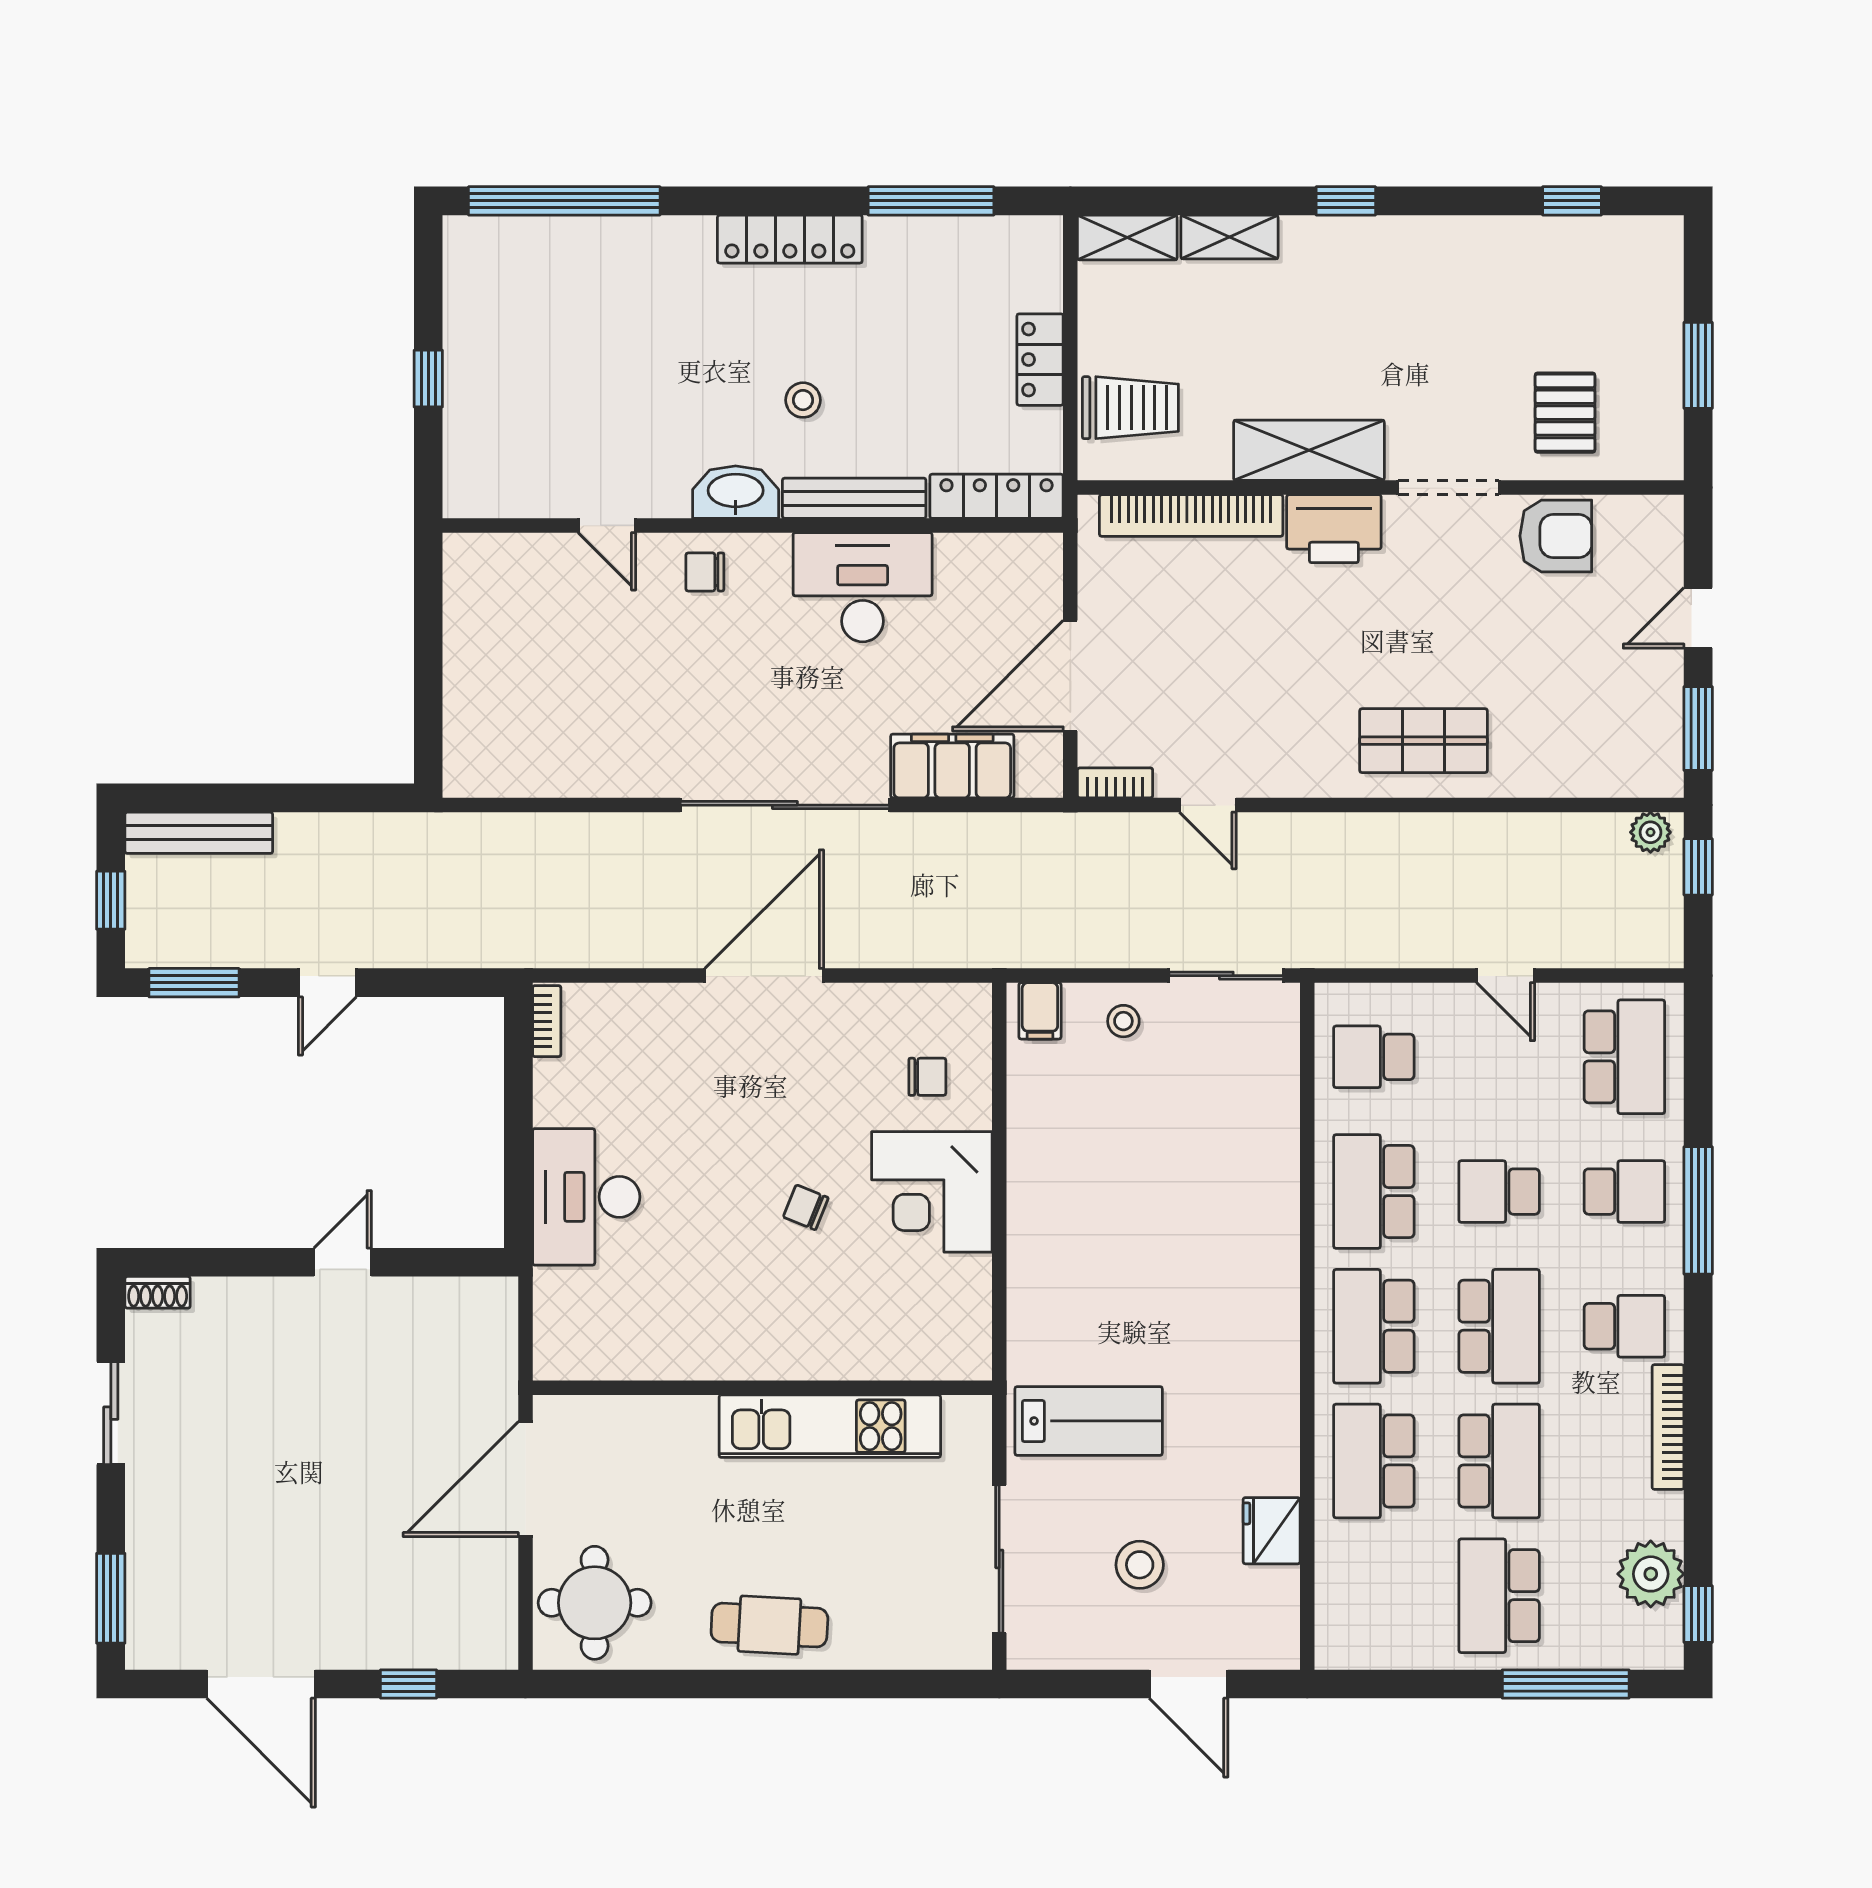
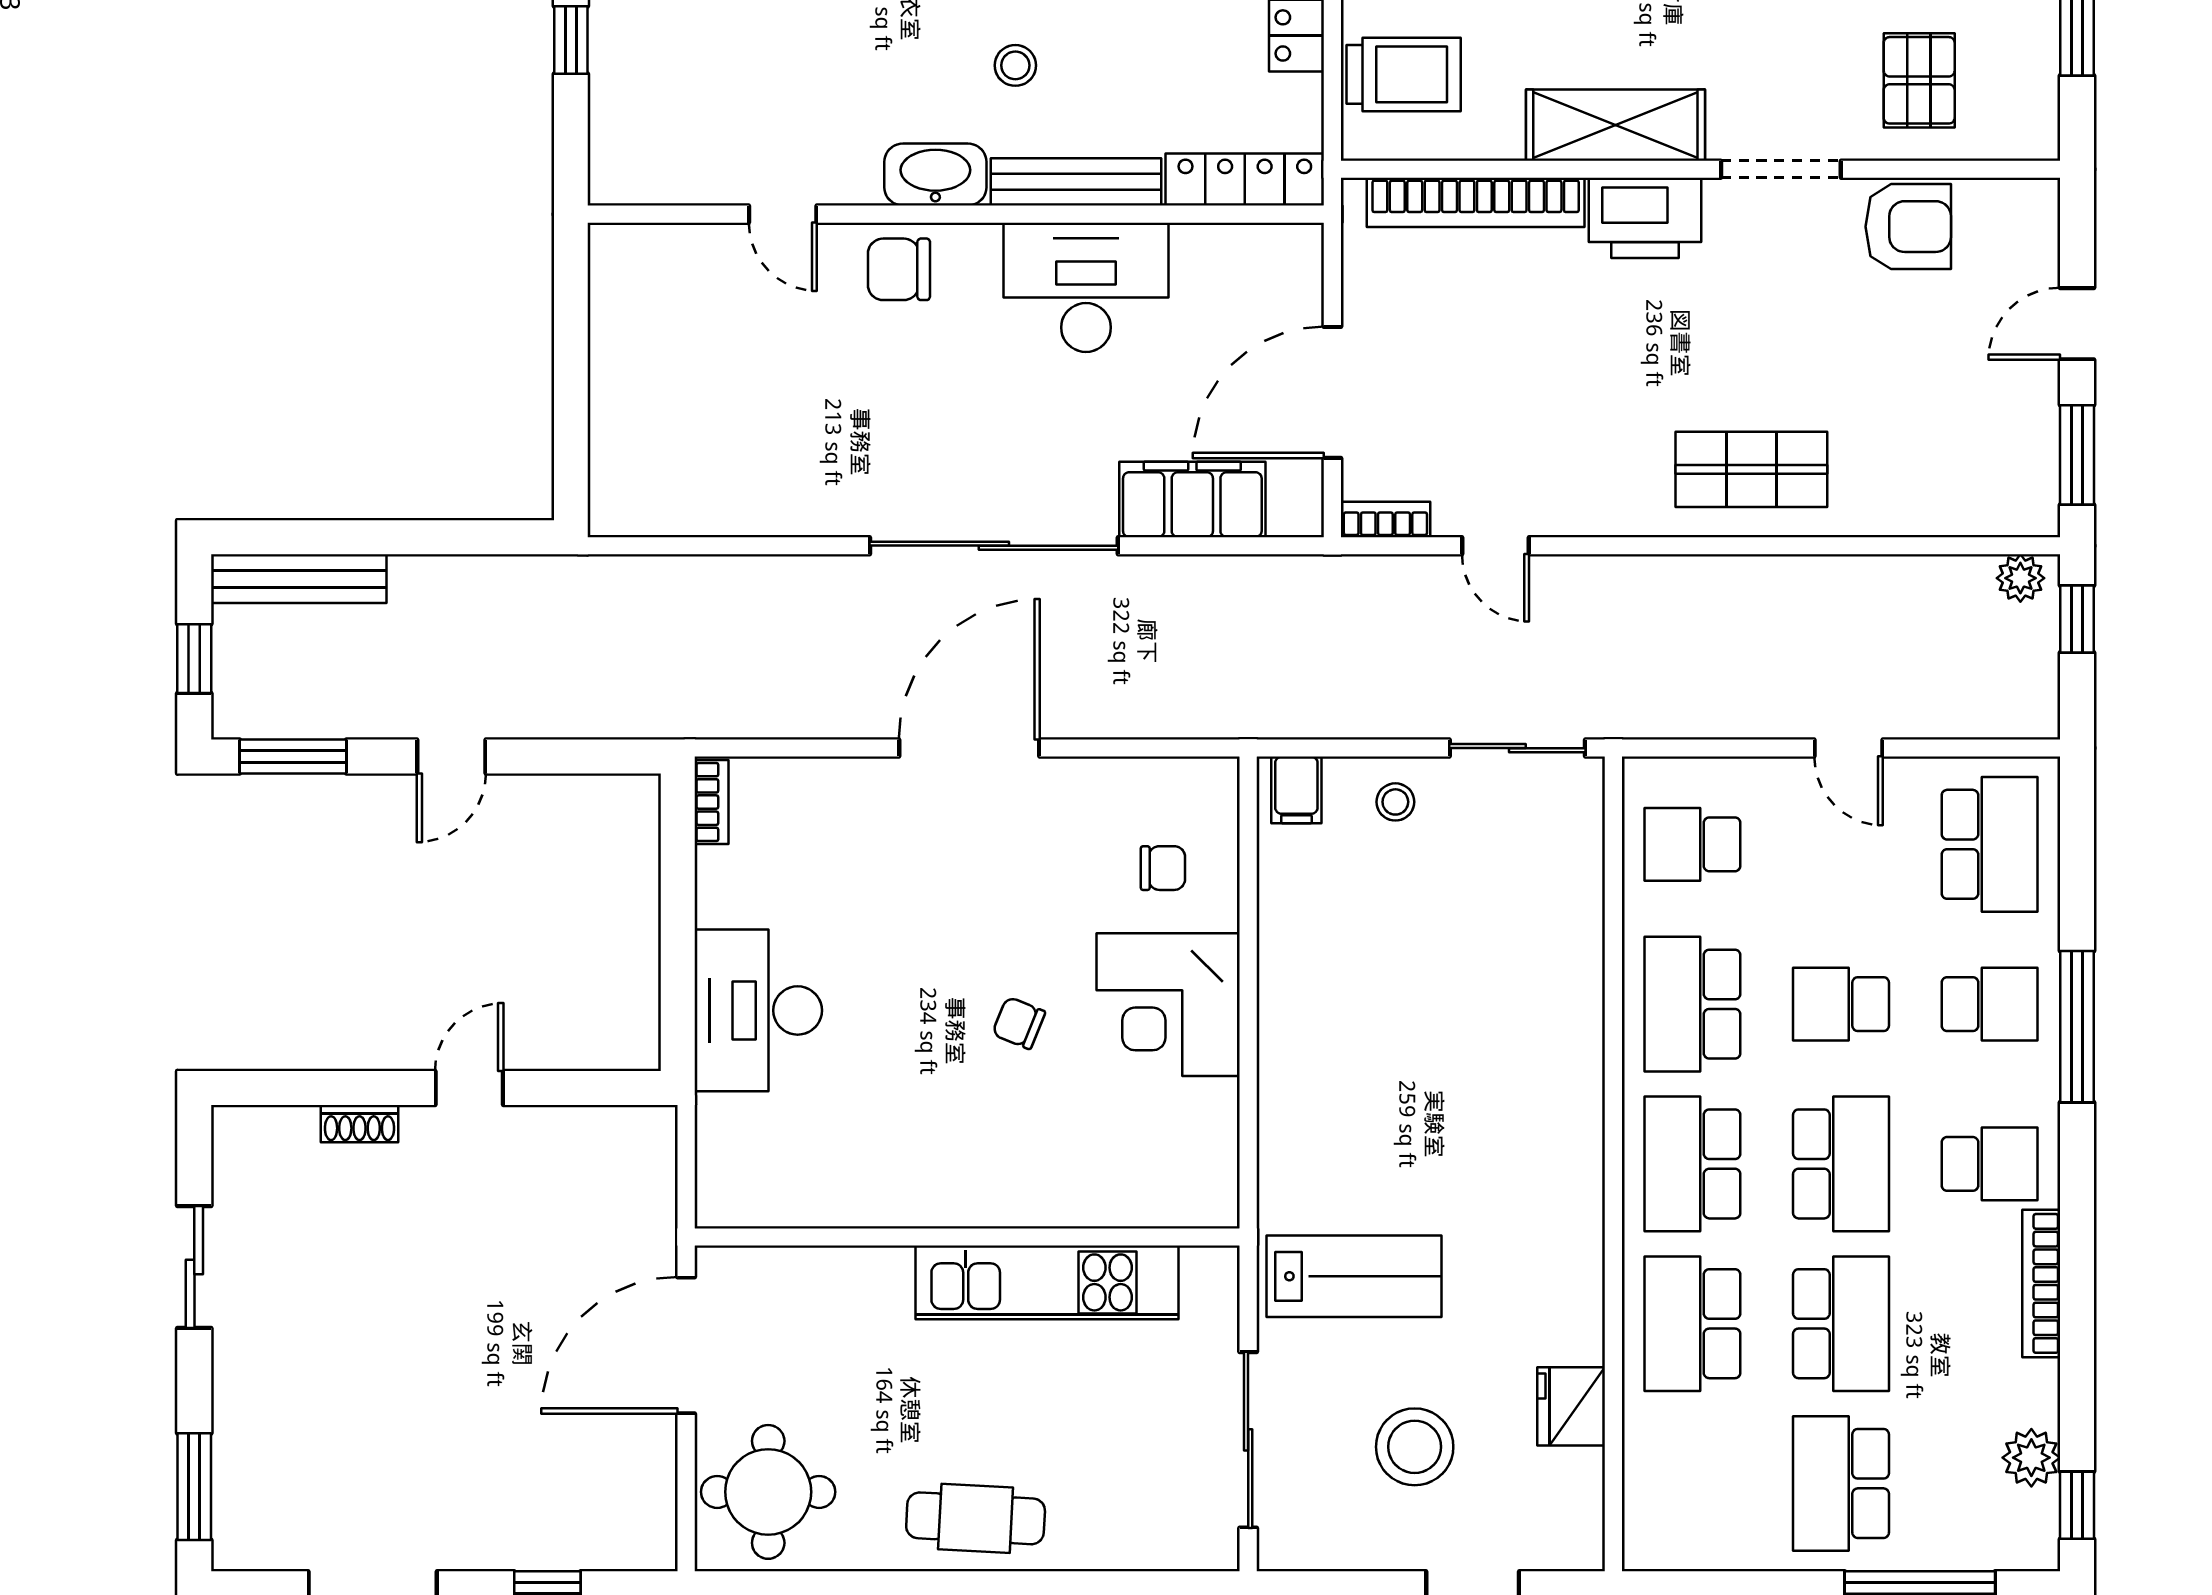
chair: (705, 572) -> (899, 269), width x1.37, depth x1.37
shoe rack: (158, 1292) -> (360, 1124), moved
stool: (1140, 1565) -> (1415, 1447), width x1.38, depth x1.38
plant: (1651, 1574) -> (2031, 1458), width x0.73, depth x0.73

